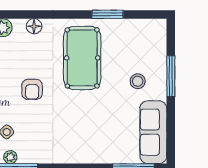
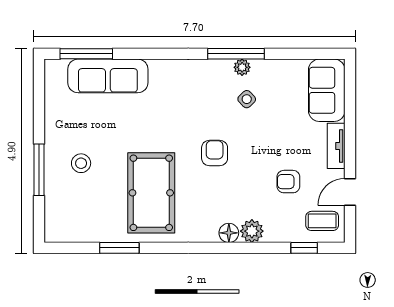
floor lamp: (34, 26) -> (229, 233), moved
sofa: (153, 132) -> (108, 76), moved, turned 90

